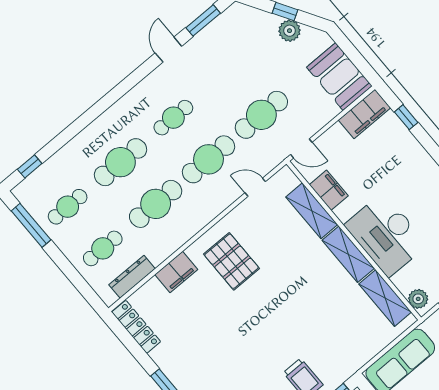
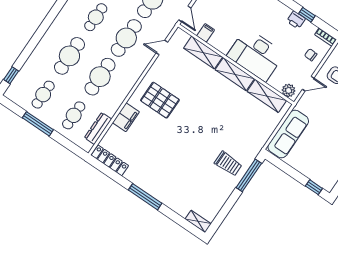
door: (301, 148) -> (185, 14), hinge flipped
filing cabinet: (329, 190) -> (206, 33), width x0.50
window: (31, 225) -> (38, 124), moved

